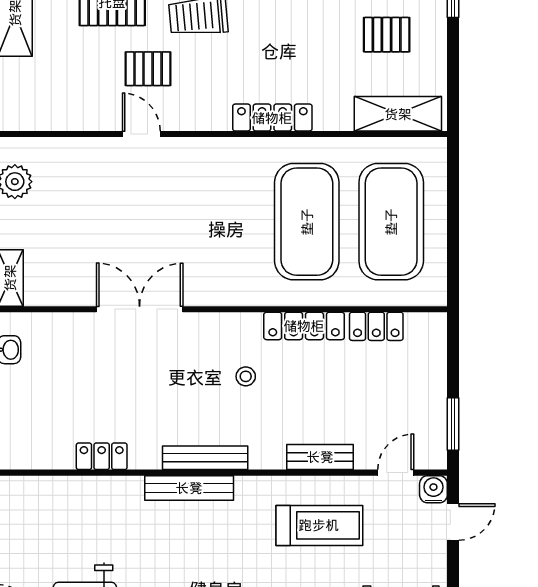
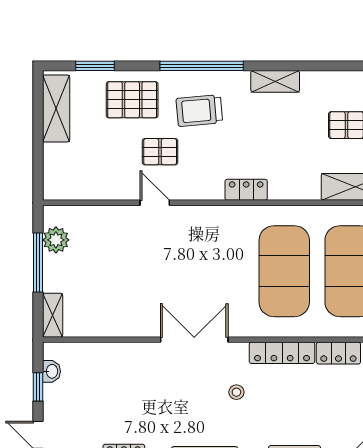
locker: (272, 118) -> (246, 190), width x0.66
double door: (140, 309) -> (194, 340), moved

